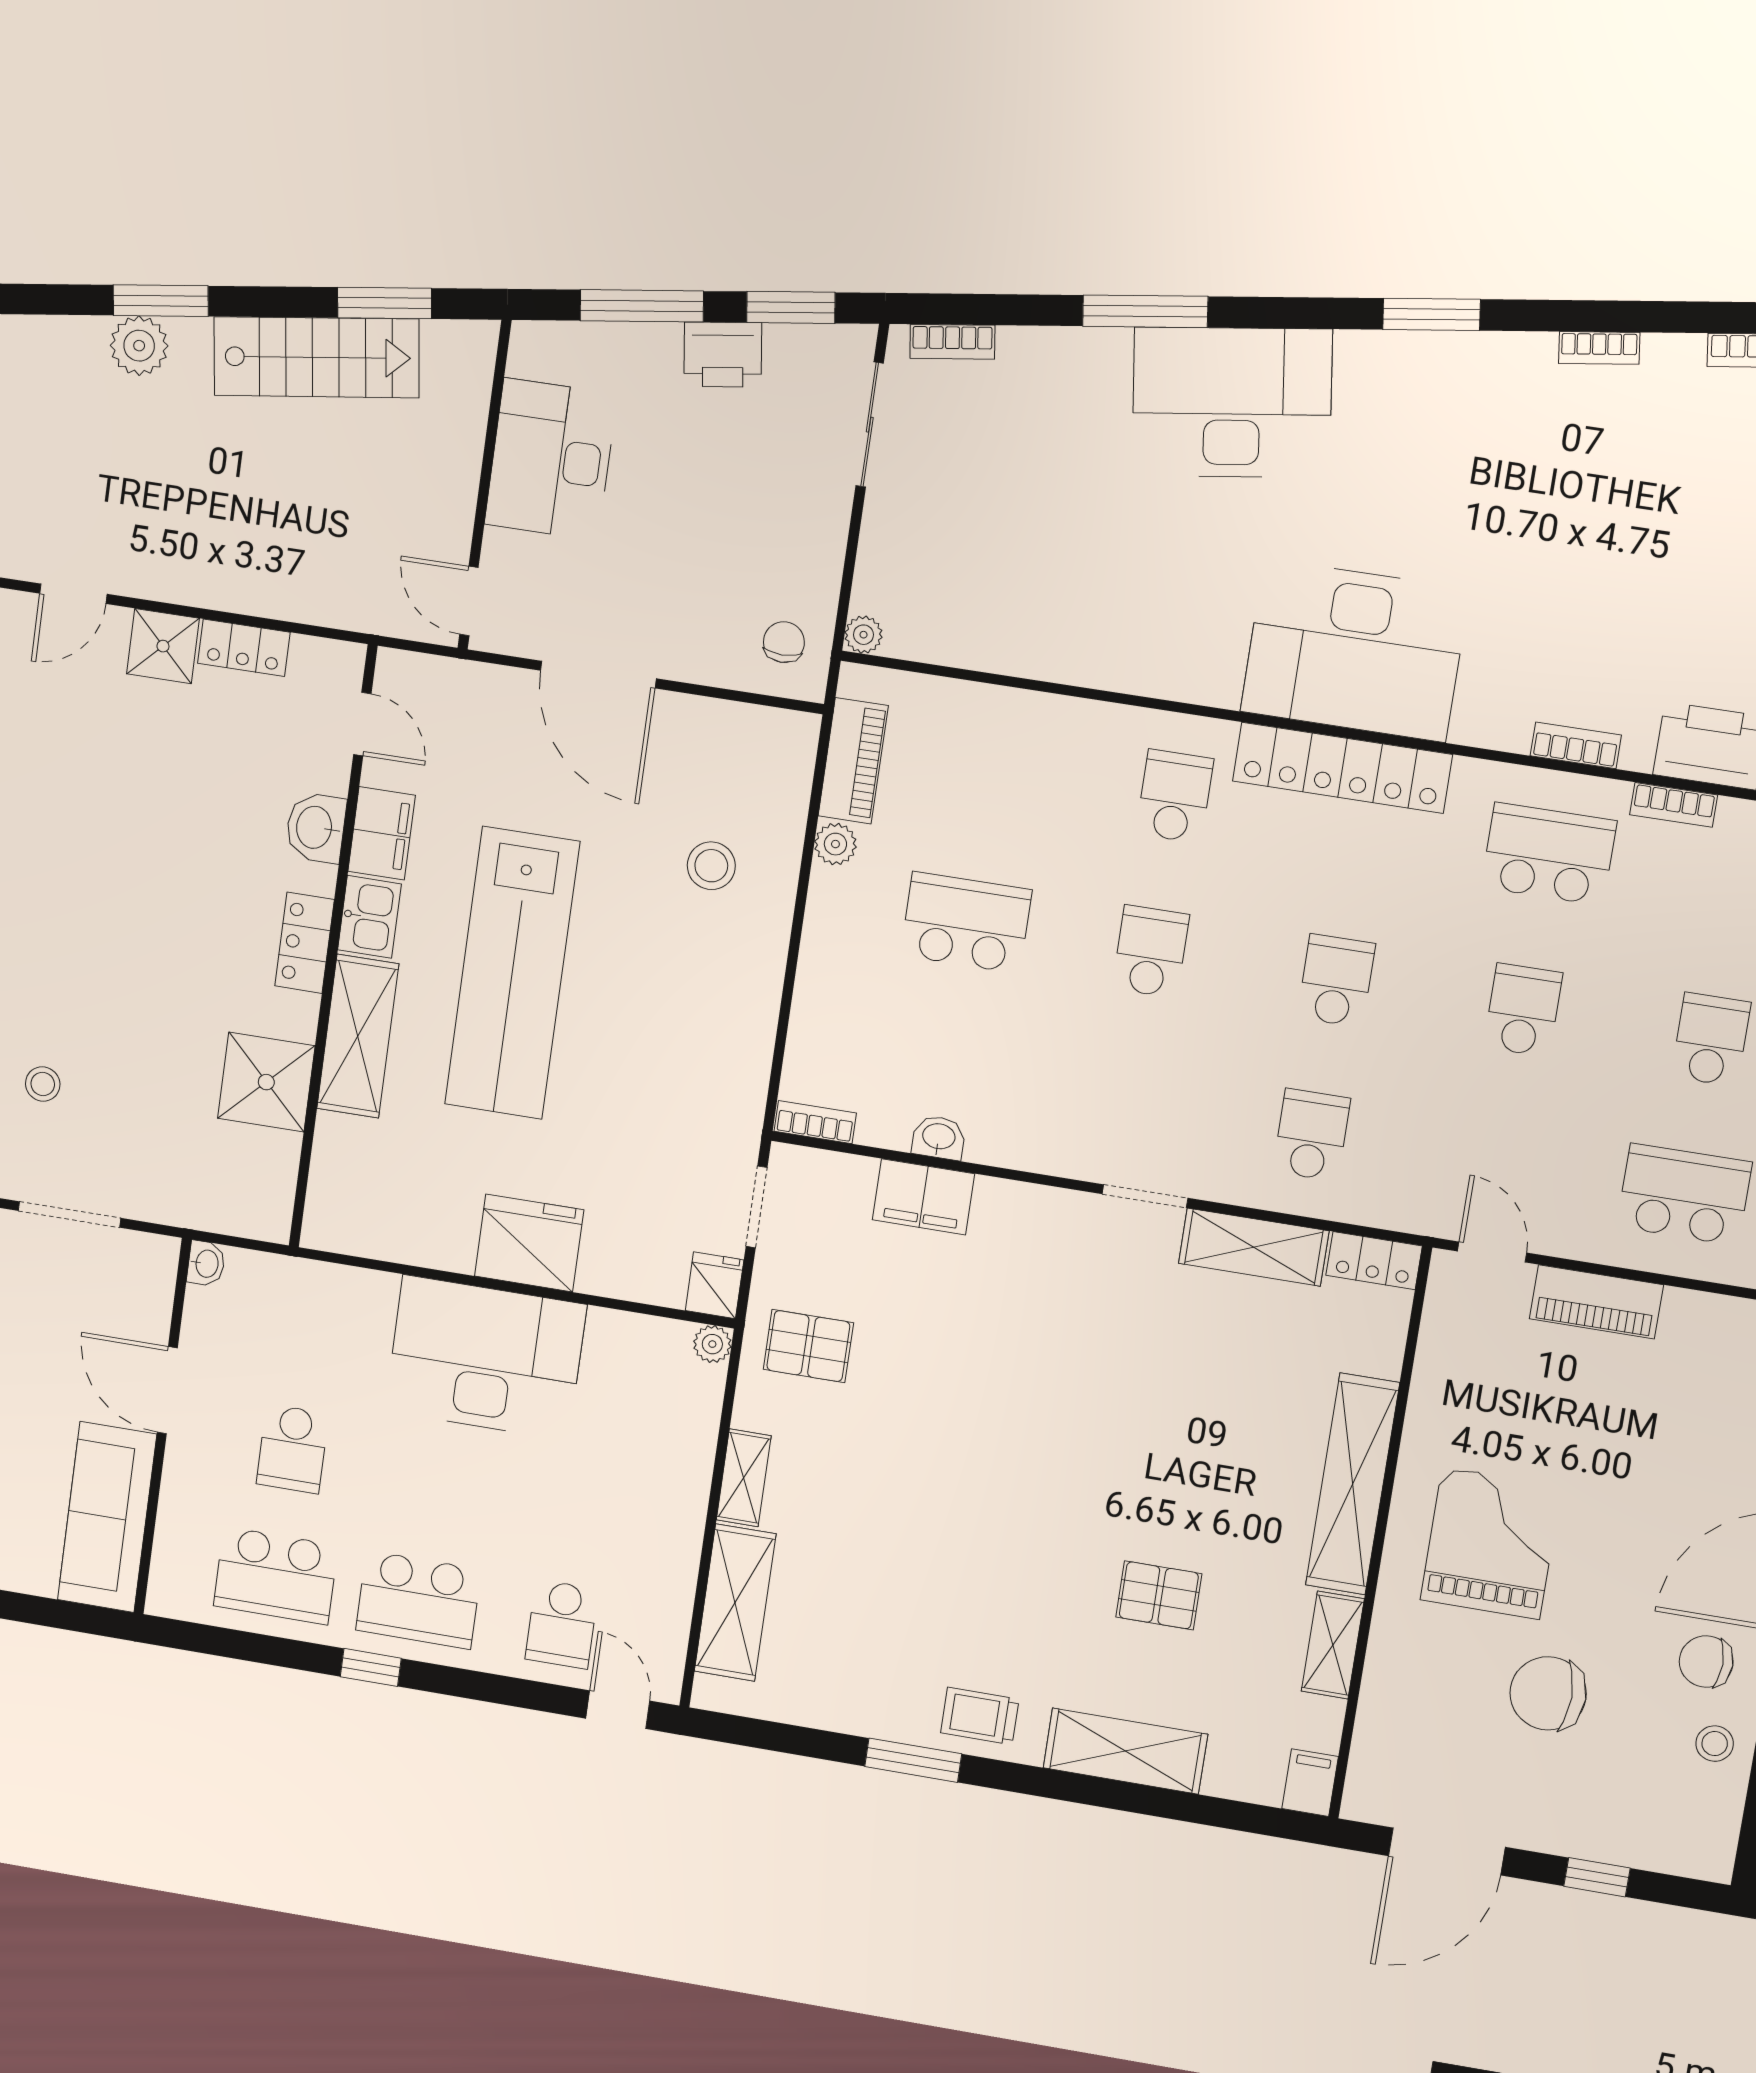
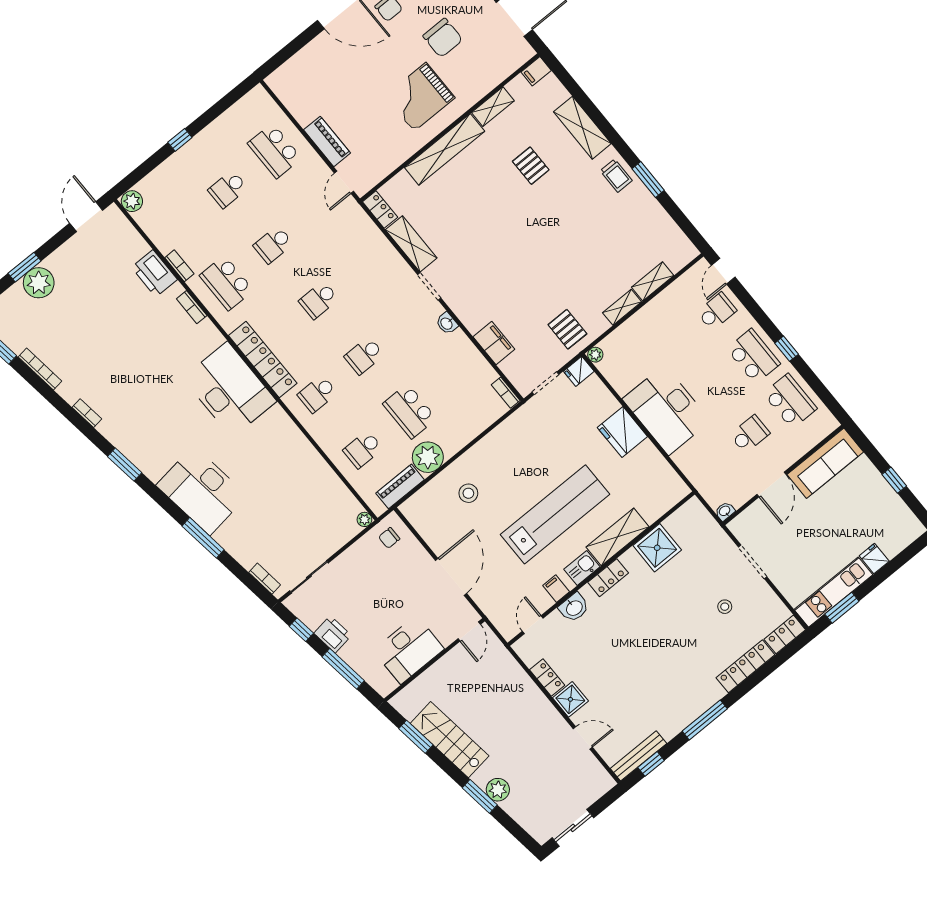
window: (791, 307) -> (301, 630), width x0.67
filing cabinet: (382, 833) -> (556, 589), width x0.50
plant: (835, 844) -> (428, 457), width x1.88, depth x1.88
school desk: (1311, 1135) -> (363, 449), moved
washbasin: (939, 1137) -> (447, 323), moved
shelving: (735, 1603) -> (653, 281), width x0.67, depth x0.75

